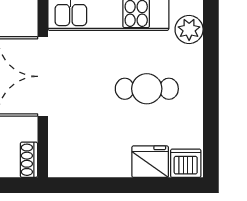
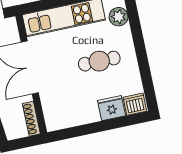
shoe rack: (29, 160) -> (31, 119), width x1.43

